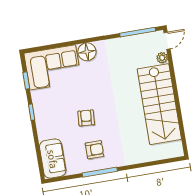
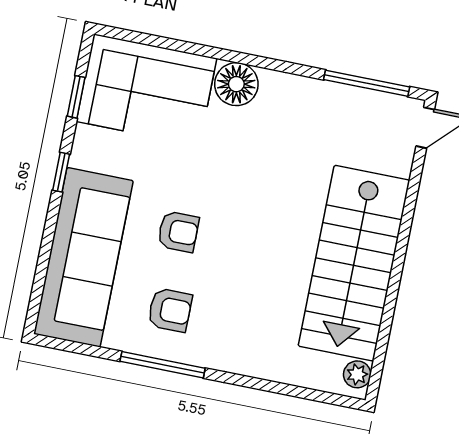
plant: (162, 58) -> (357, 374), moved
armchair: (86, 118) -> (178, 232), turned 86
sofa: (53, 159) -> (83, 257), width x1.85, depth x1.27

